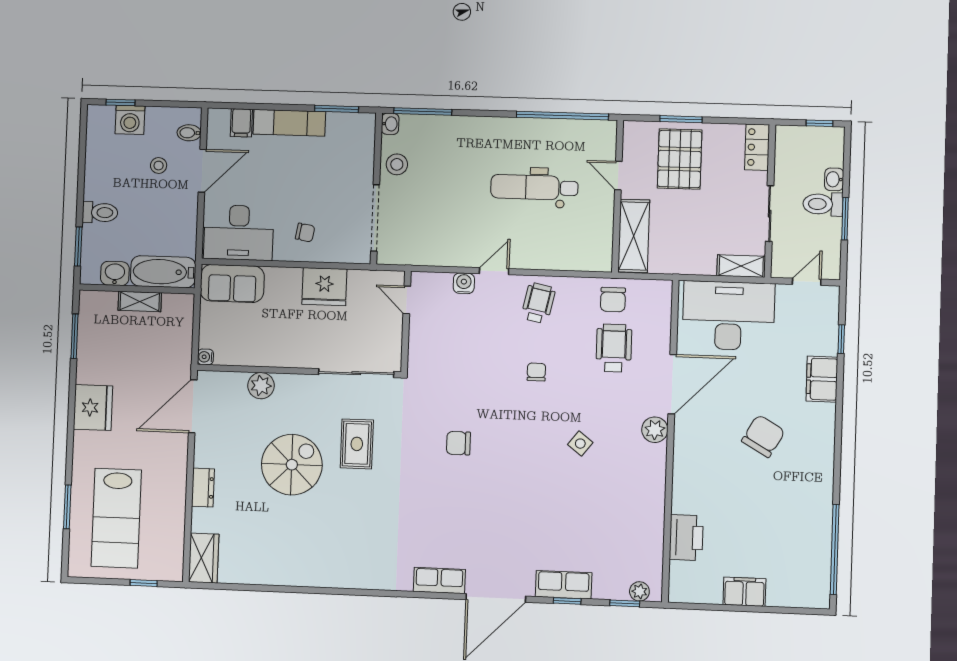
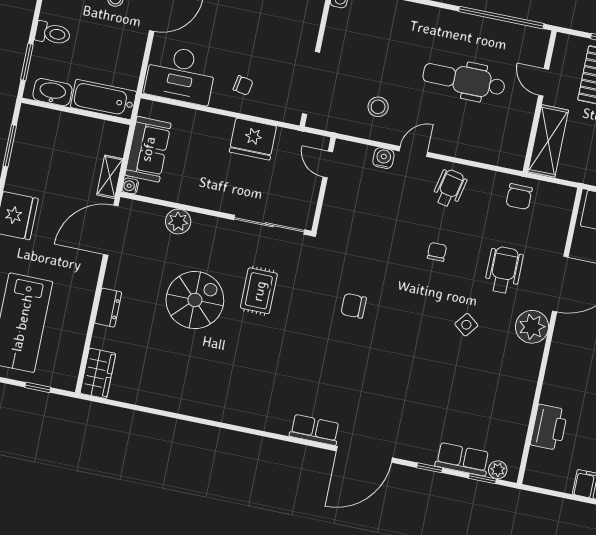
stool: (397, 164) -> (378, 107), moved
washbasin: (115, 273) -> (52, 92), width x1.38
sofa: (232, 283) -> (148, 149), moved, turned -90
shelving: (140, 301) -> (110, 177), moved, turned 90
wheelchair: (614, 348) -> (504, 270), moved
plant: (655, 430) -> (532, 327), width x1.36, depth x1.36
row of seats: (564, 585) -> (462, 459), moved

